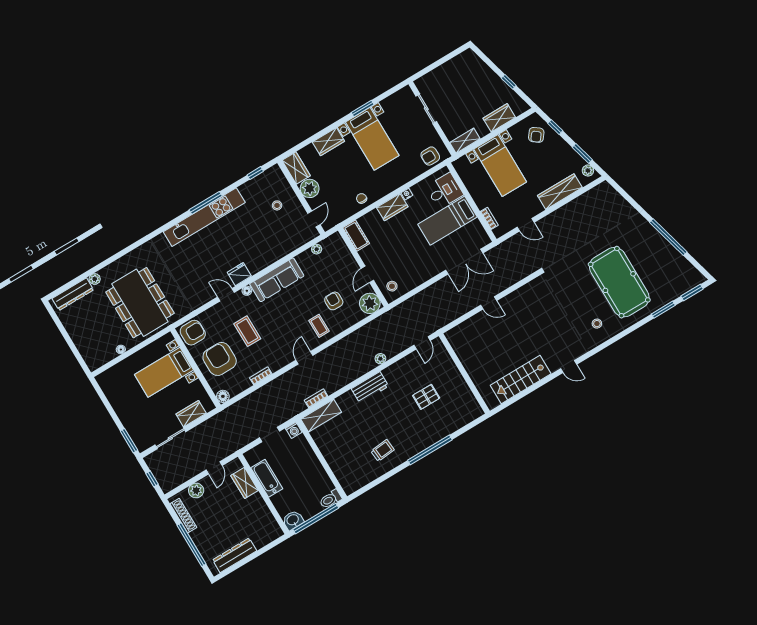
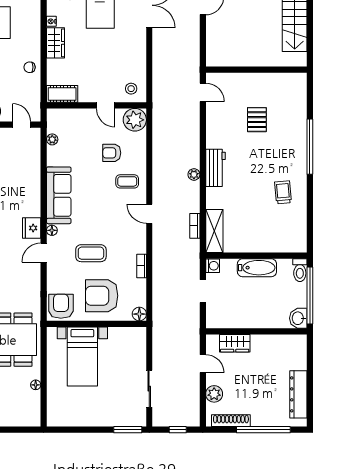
plant: (380, 359) -> (194, 174), moved
wardrobe: (191, 414) -> (138, 355), removed
bathtub: (267, 478) -> (257, 268), moved, turned 180

